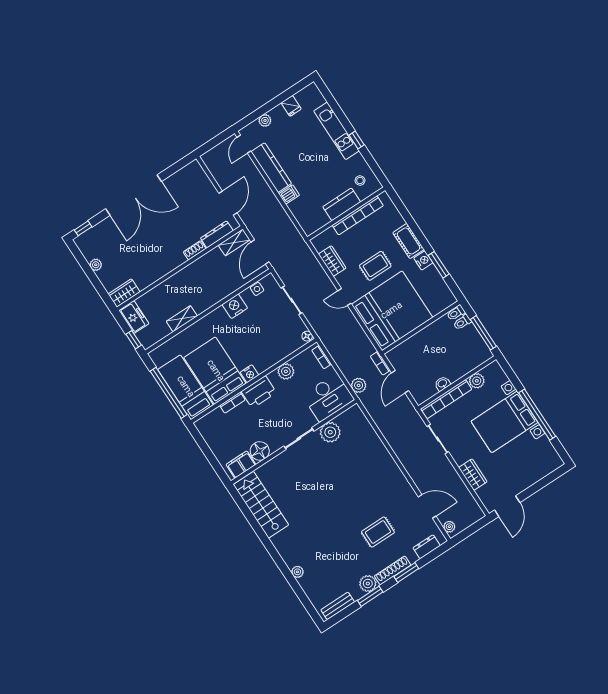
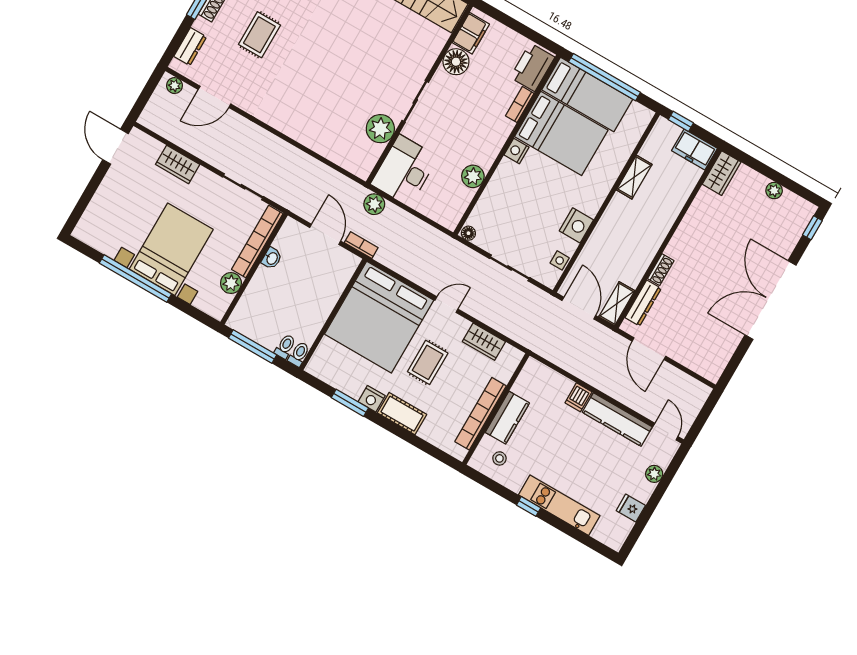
bookcase: (322, 357) -> (438, 216), removed
printer: (259, 392) -> (532, 67), moved

